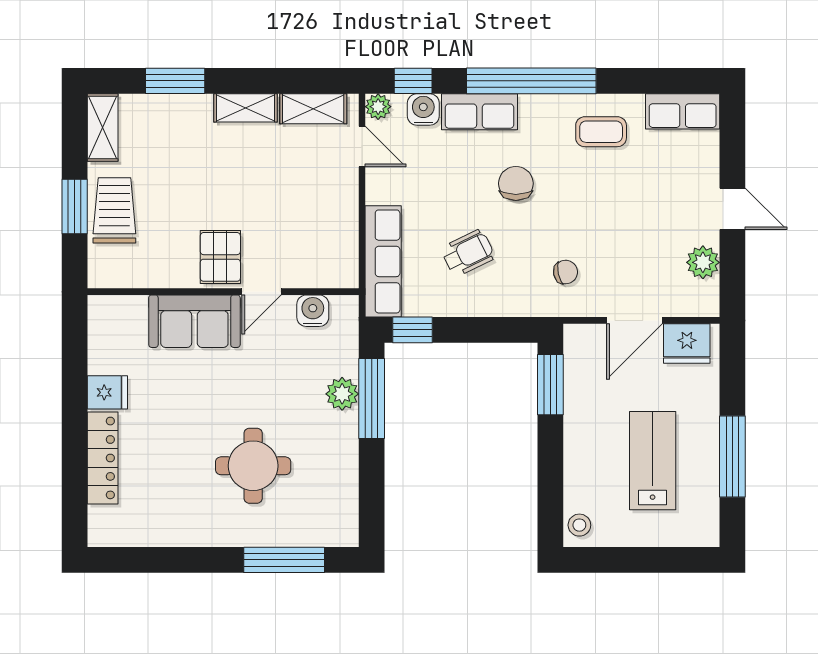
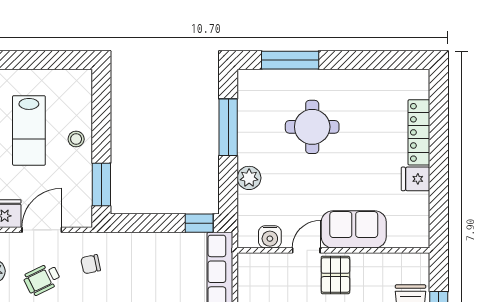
wheelchair: (468, 253) -> (42, 279), moved
window: (372, 398) -> (228, 127), moved
stool: (579, 525) -> (76, 139), moved

